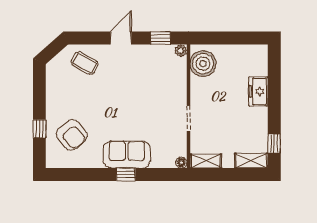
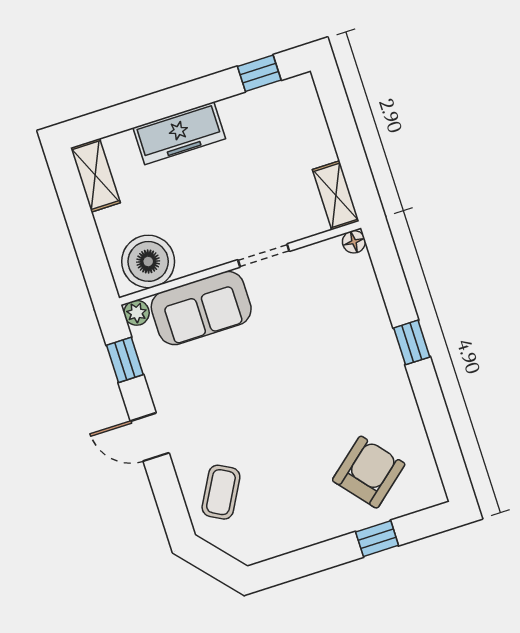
freezer: (258, 91) -> (179, 133), width x1.40
sofa: (127, 155) -> (201, 308), moved, turned -90
shelving: (251, 161) -> (95, 175), moved

